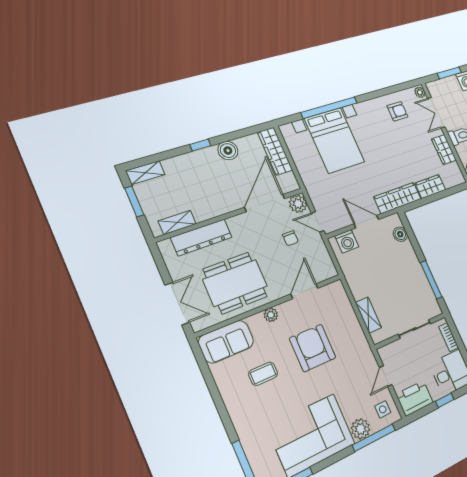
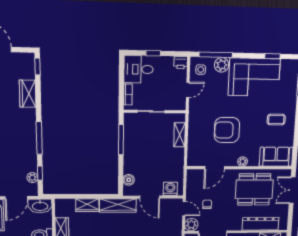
armchair: (313, 348) -> (227, 130), turned 90
coffee table: (263, 374) -> (276, 120), moved
printer: (415, 398) -> (181, 63), width x0.53, depth x0.68

